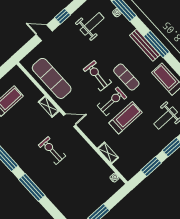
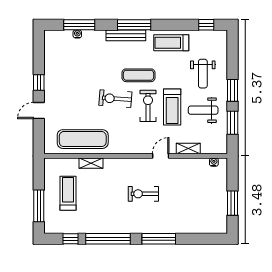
weight bench: (92, 24) -> (203, 110), moved, turned -90
shelving: (49, 107) -> (91, 163), moved
treadmill: (126, 118) -> (172, 107), turned 180
door: (70, 120) -> (161, 156), moved

